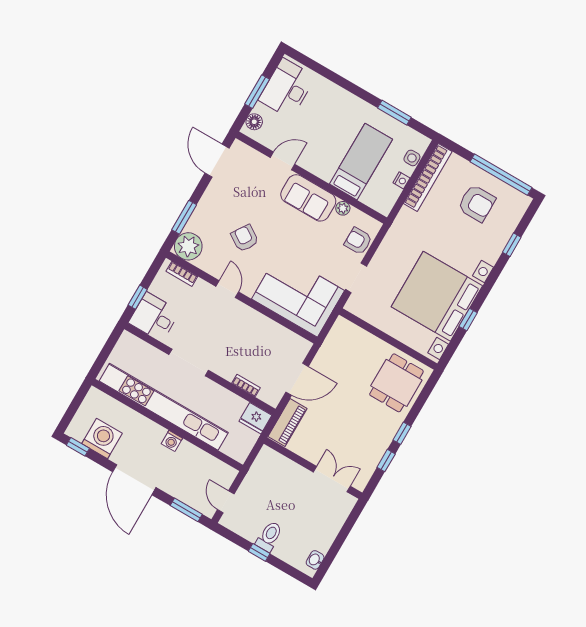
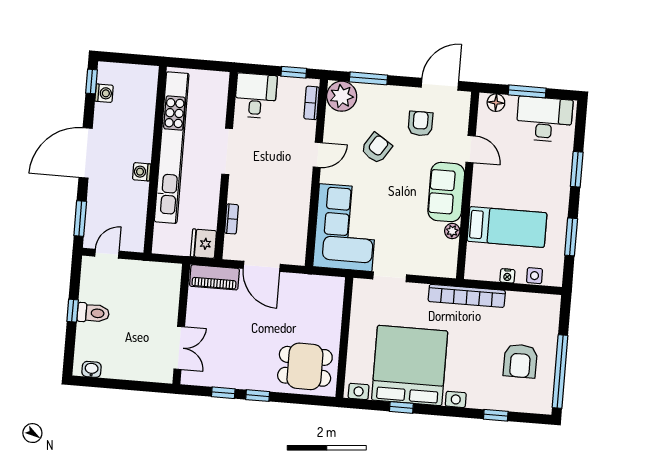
window: (341, 81) -> (577, 169), added
bookcase: (428, 177) -> (467, 296), moved
armchair: (358, 241) -> (420, 124), moved
window: (138, 297) -> (294, 72), moved
washing machine: (102, 438) -> (104, 93), width x0.53, depth x0.53

